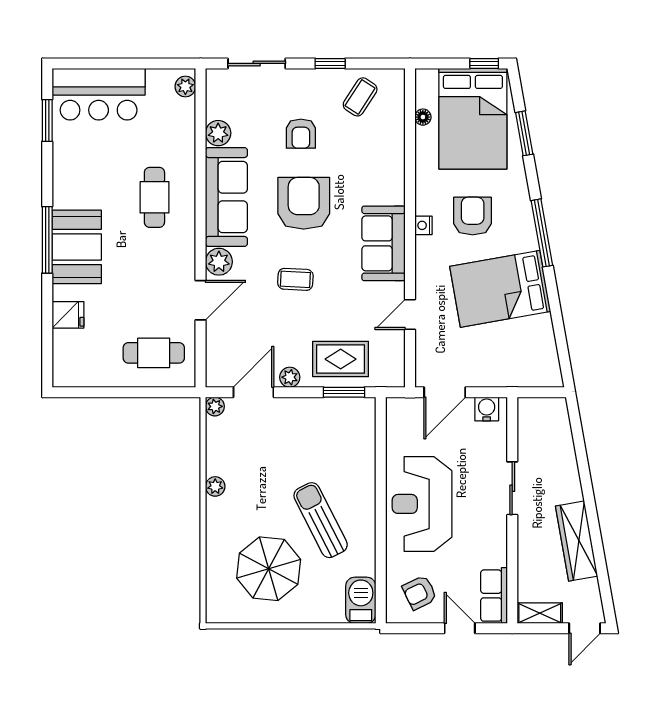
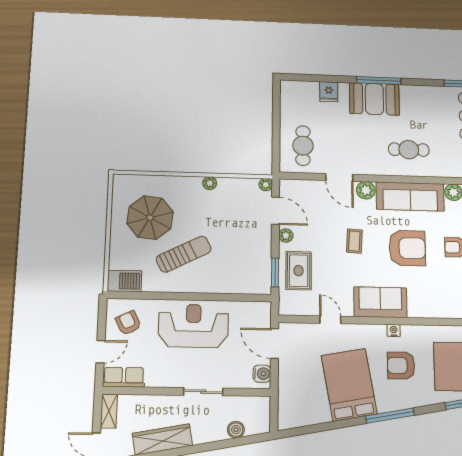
armchair: (473, 216) -> (401, 365), turned 180
boiler: (563, 443) -> (236, 430), added

